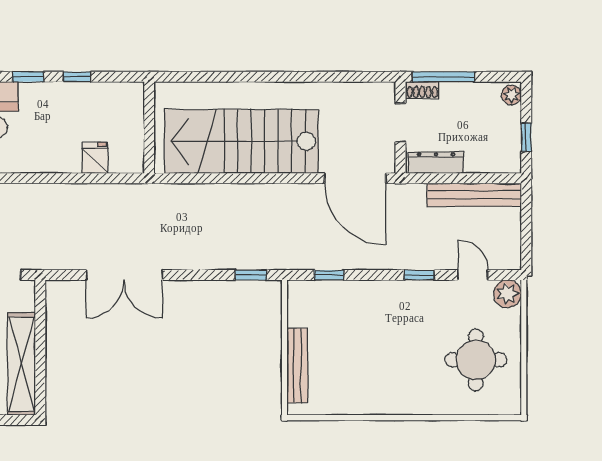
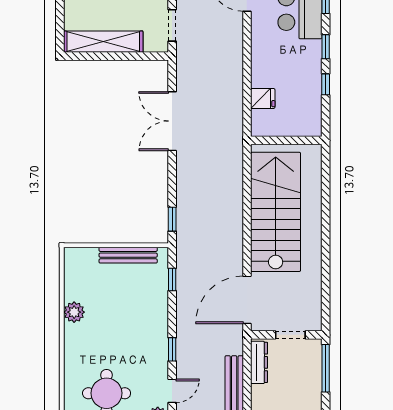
shoe rack: (422, 90) -> (315, 352), removed
bench: (297, 365) -> (128, 255), moved
plant: (371, 402) -> (74, 312), added

